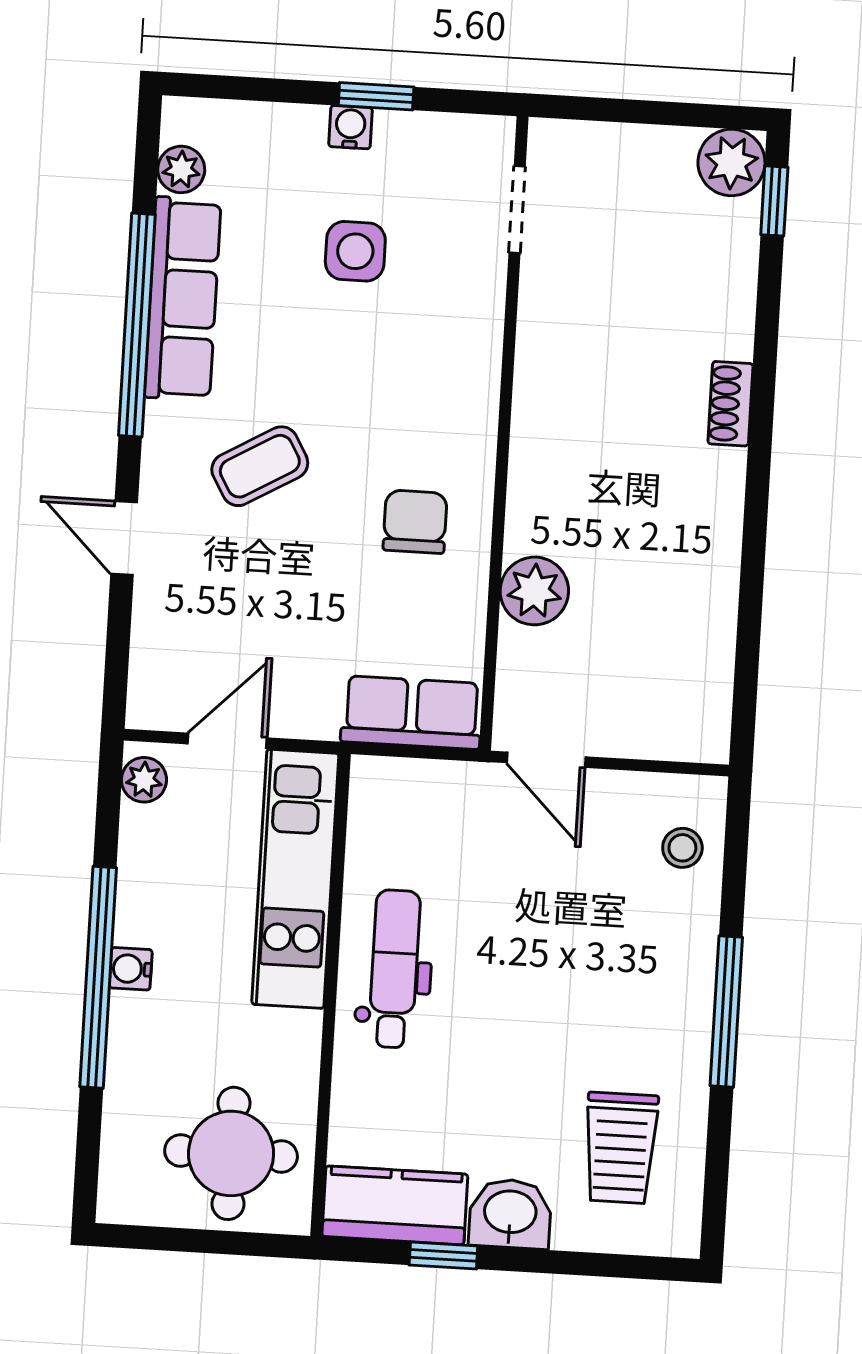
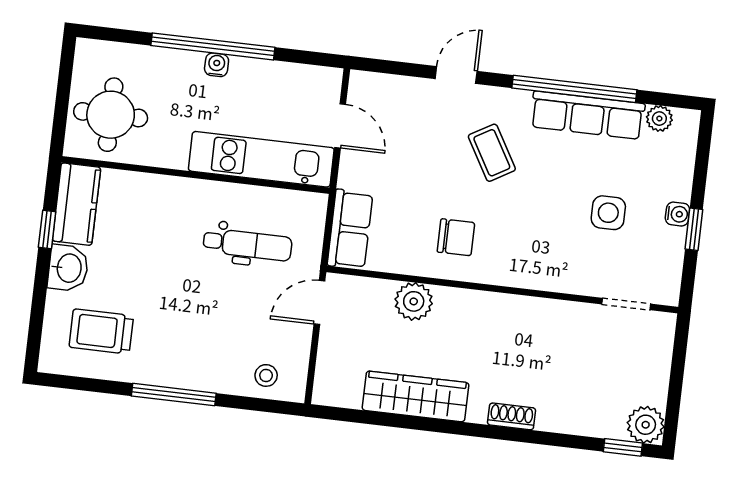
wardrobe: (704, 578) -> (415, 396), added
plant: (144, 780) -> (321, 78), removed
dental chair: (394, 969) -> (247, 245), moved

